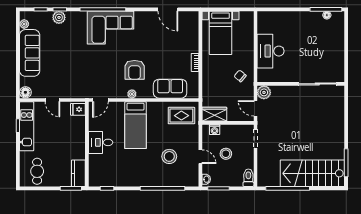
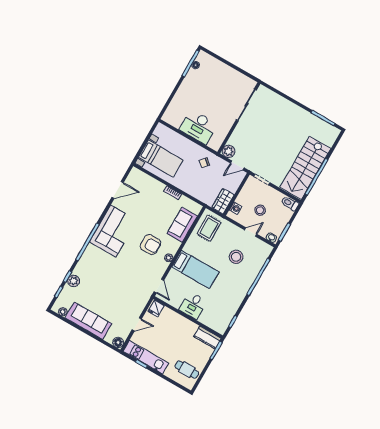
corner sofa: (111, 28) -> (113, 231), moved
stairs: (312, 173) -> (305, 168), moved

